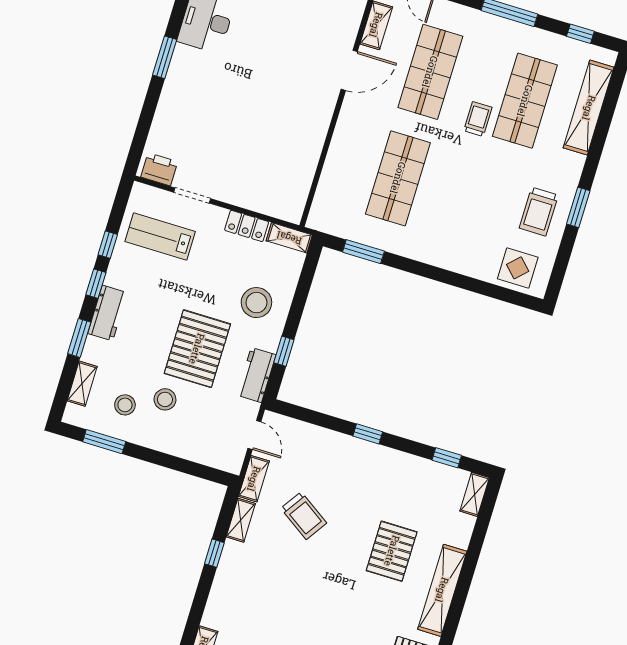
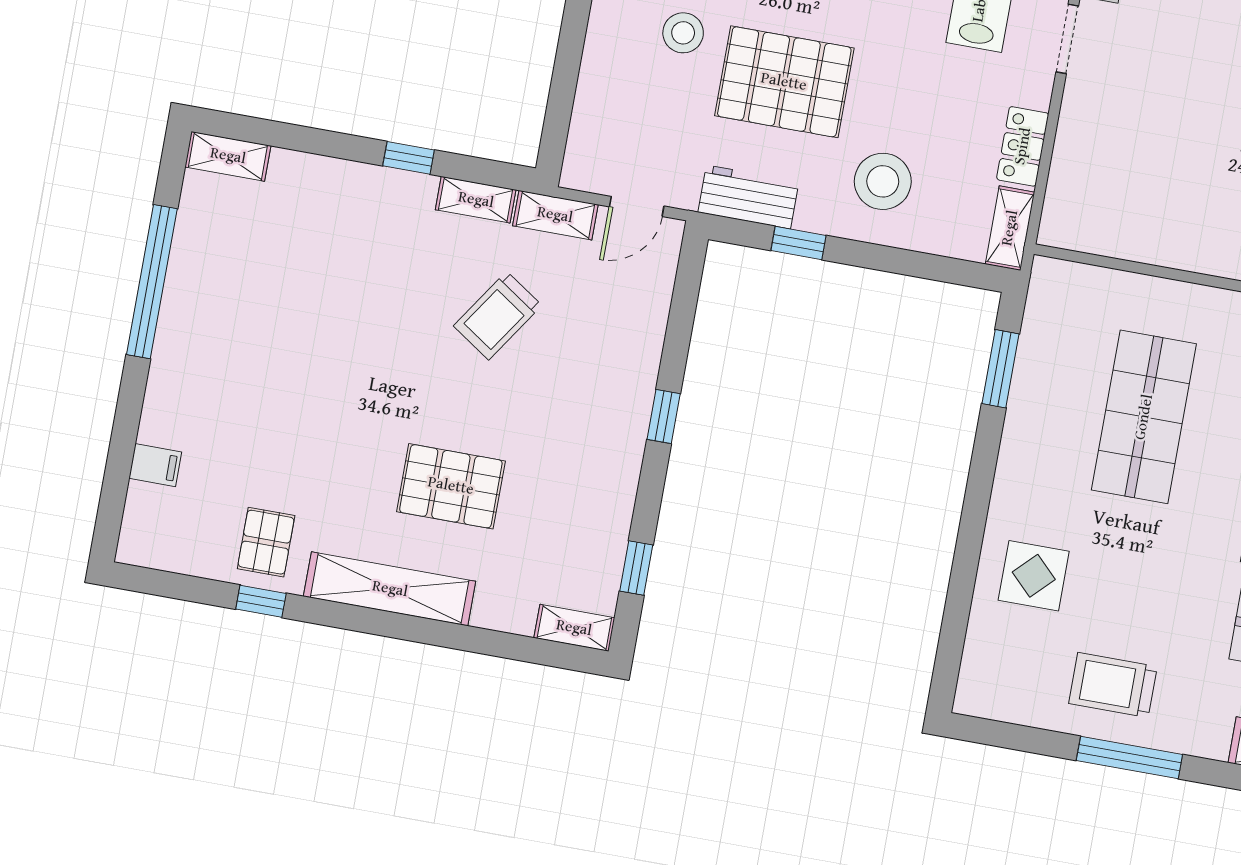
shop shelf: (398, 178) -> (1144, 417), turned 90
window: (578, 207) -> (1129, 757), width x1.44
display table: (518, 268) -> (1034, 576), moved

